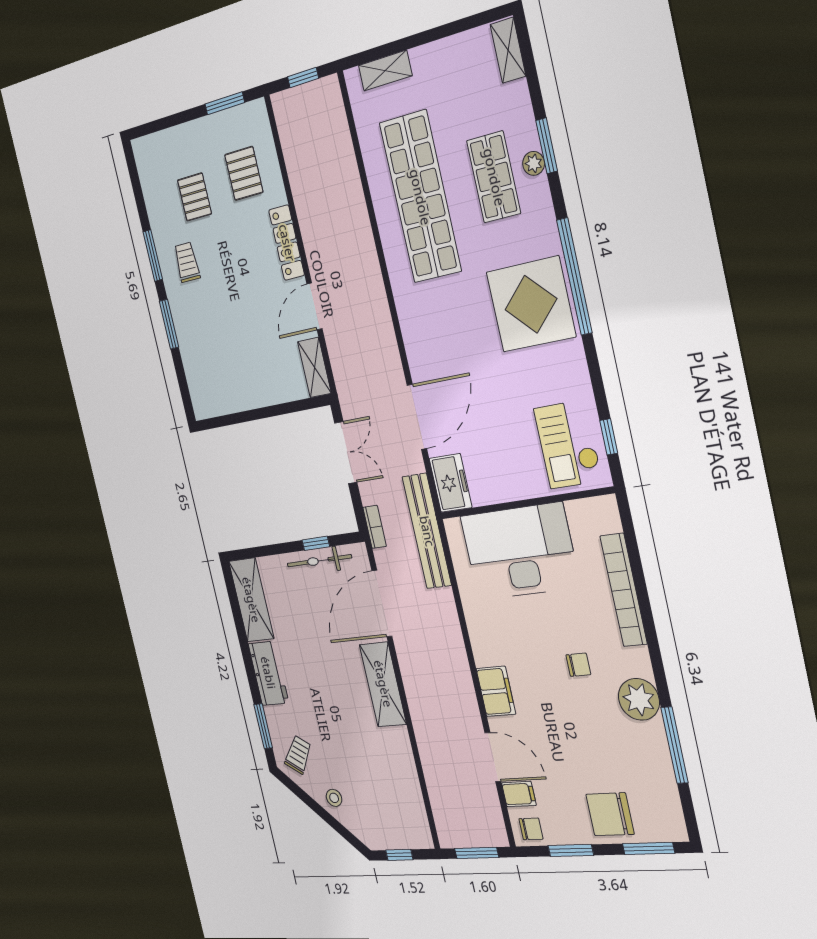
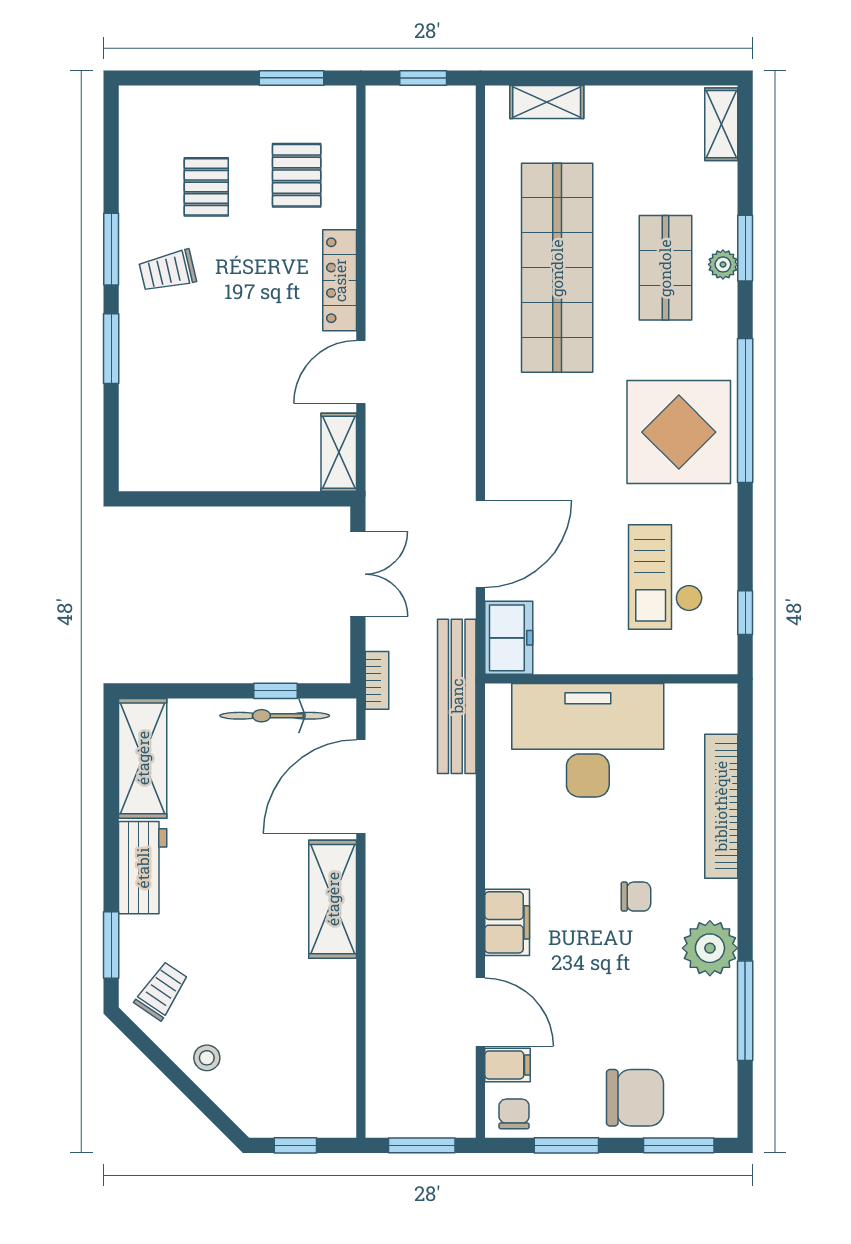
trolley: (187, 262) -> (168, 271), turned -103
checkout: (568, 445) -> (665, 577), moved
chair: (610, 814) -> (635, 1098), turned 180
chair: (531, 829) -> (514, 1114), turned -90

